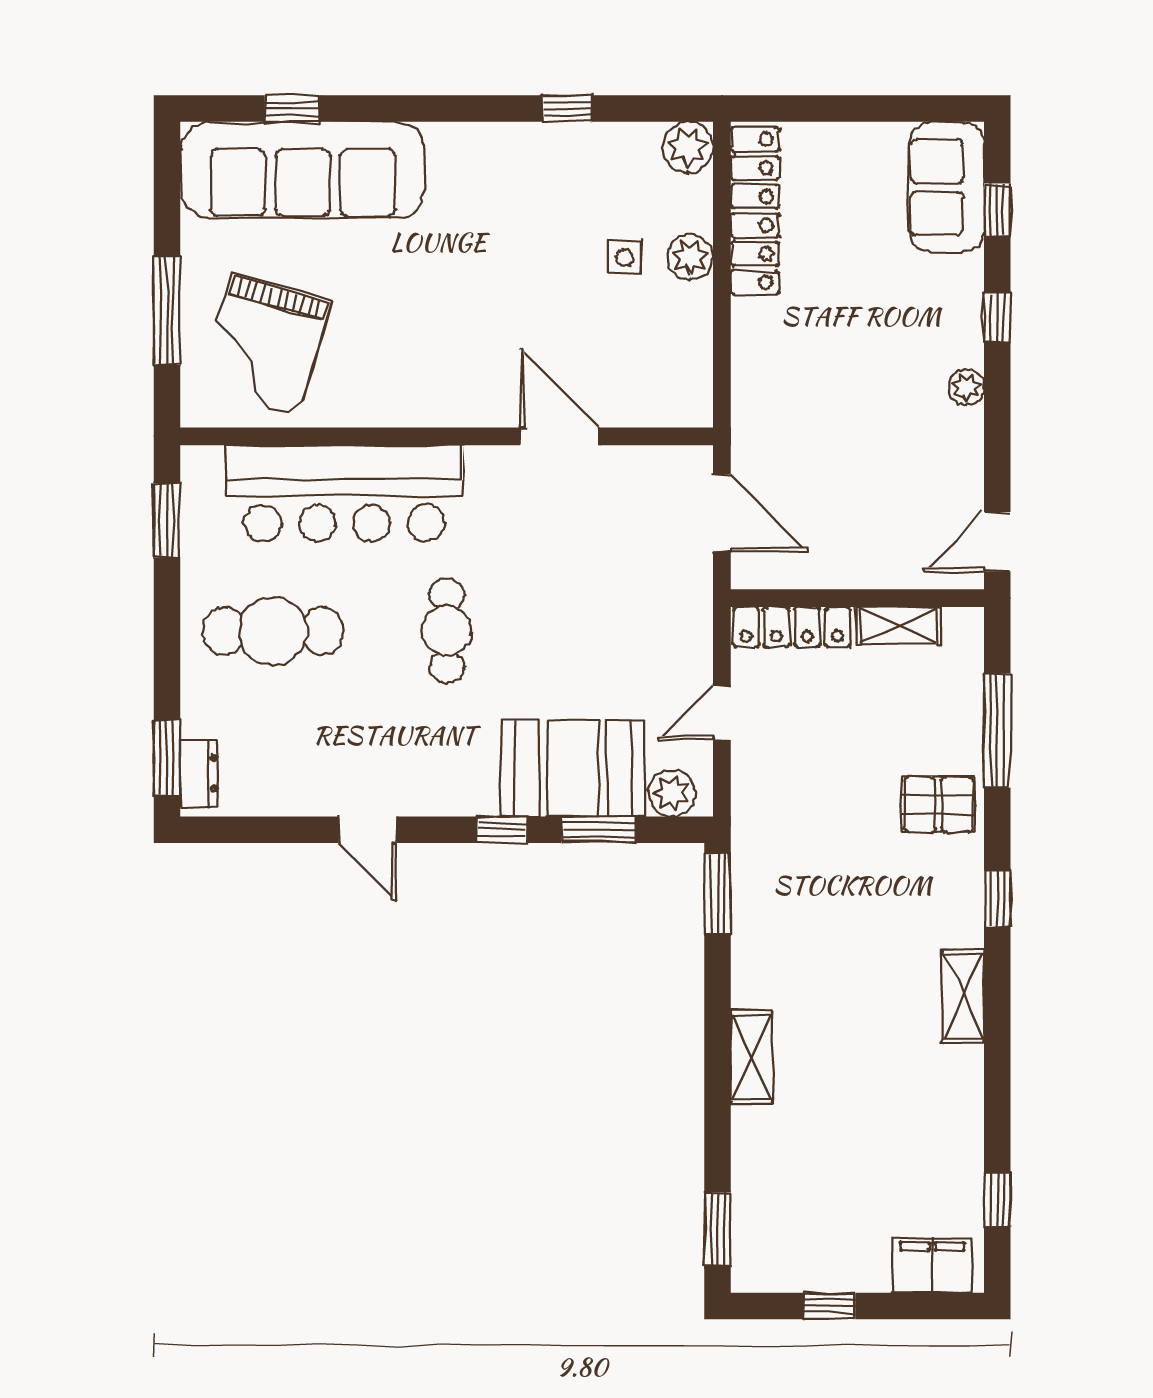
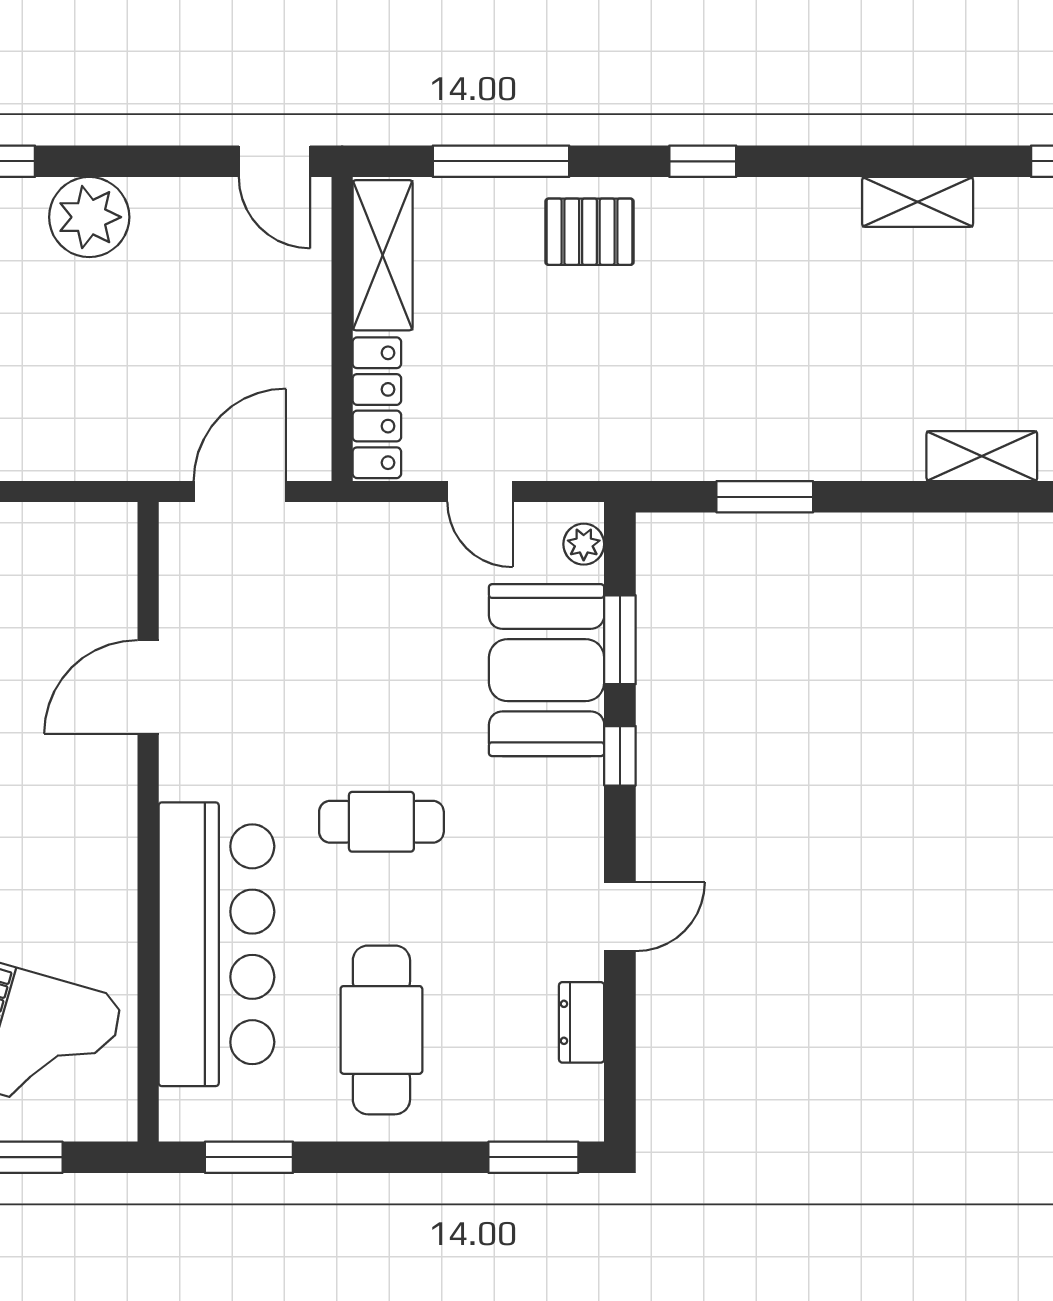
plant: (966, 387) -> (89, 217), width x1.87, depth x1.87
shelving: (898, 626) -> (383, 255), width x1.50, depth x1.33
dresser: (199, 773) -> (582, 1022), moved, turned -90
plant: (672, 793) -> (584, 544), width x0.73, depth x0.73
pallet: (939, 804) -> (589, 232), turned 90
window: (718, 894) -> (765, 497), moved
shelving: (963, 996) -> (918, 202), moved
shelving: (751, 1057) -> (982, 456), moved

